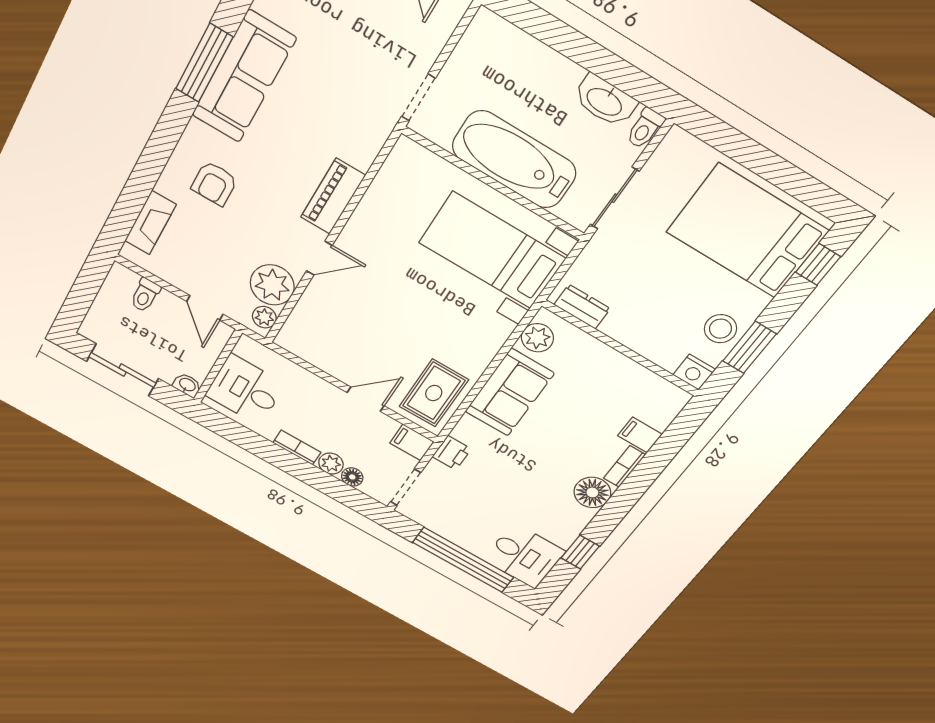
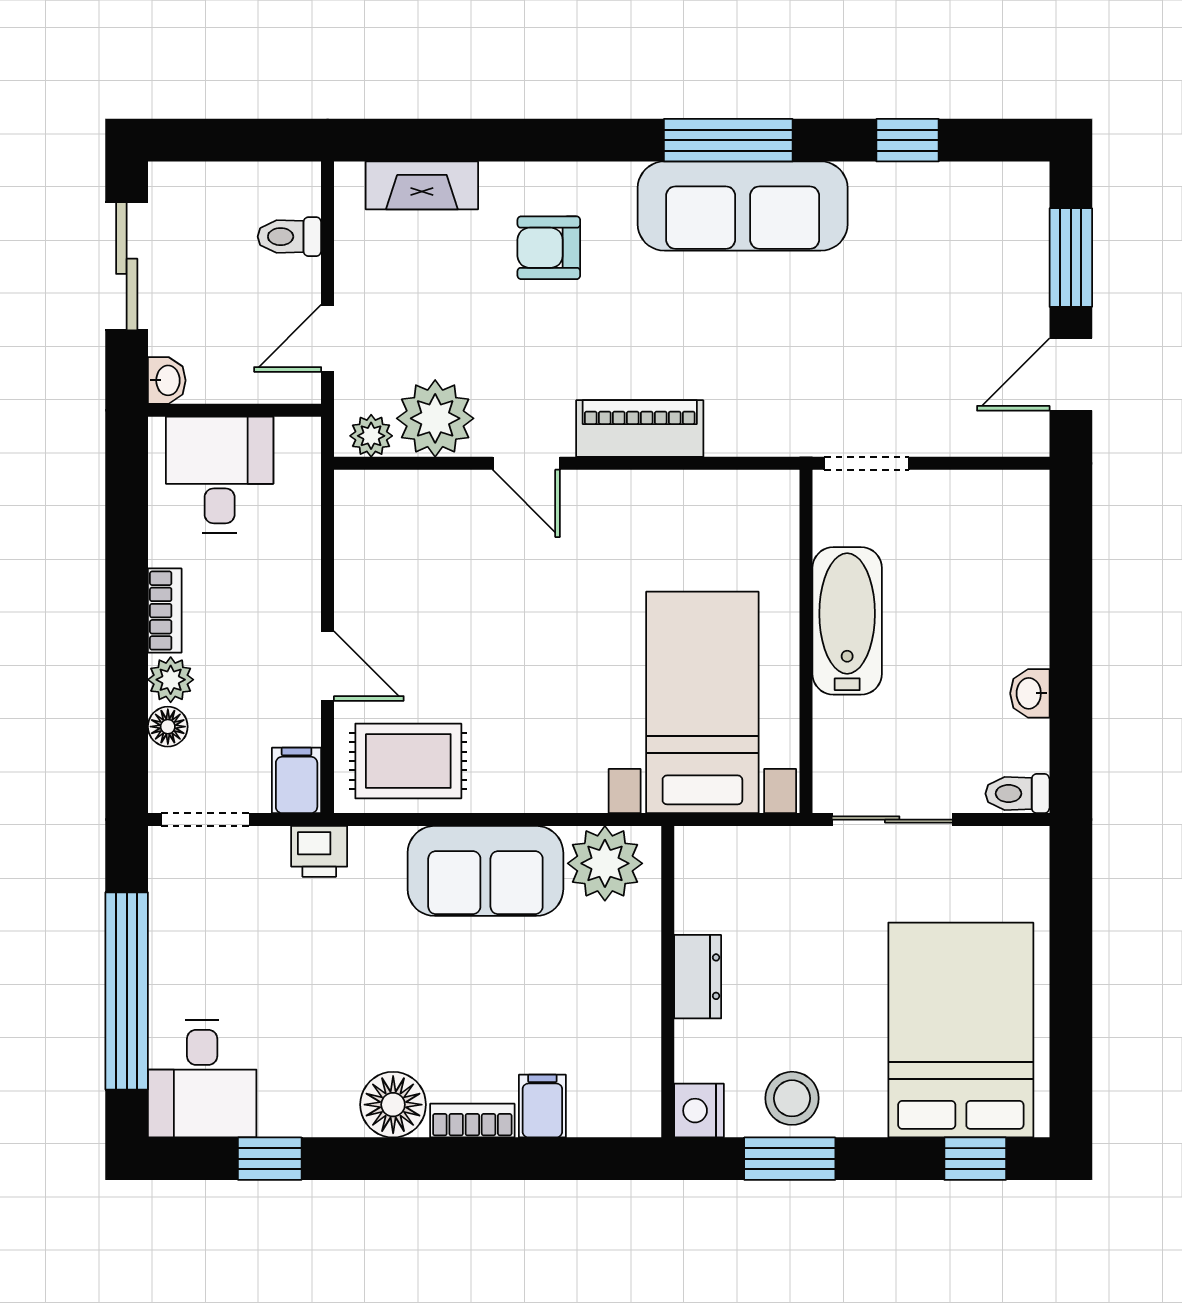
washbasin: (605, 101) -> (1030, 693), width x0.52, depth x0.69
bathtub: (514, 160) -> (847, 621), width x0.73, depth x0.73
dresser: (582, 307) -> (698, 977), moved
plant: (537, 338) -> (605, 863), width x1.36, depth x1.36

